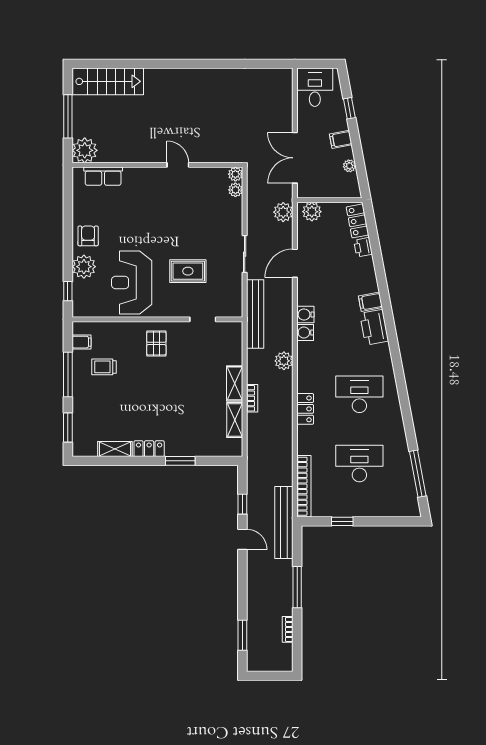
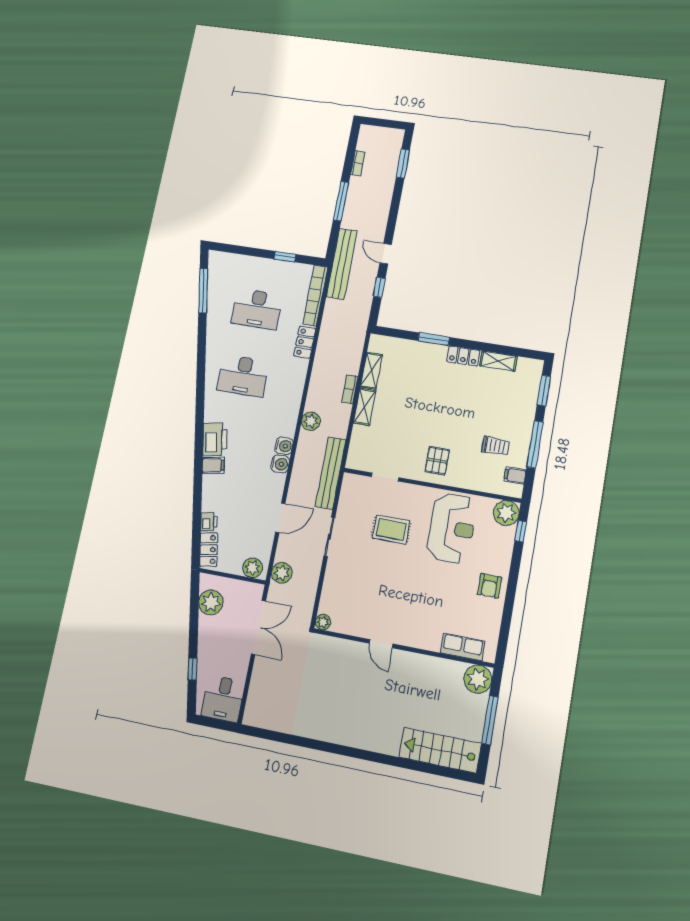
filing cabinet: (341, 139) -> (208, 638), removed
plant: (349, 166) -> (211, 602), width x1.88, depth x1.88
plant: (235, 190) -> (326, 606), removed
plant: (84, 267) -> (506, 513), moved
locker: (305, 409) -> (305, 342), moved

